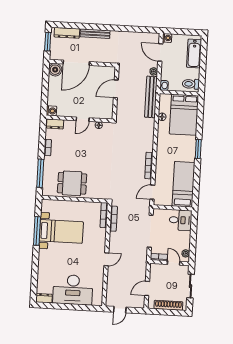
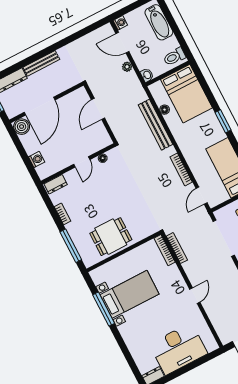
bench: (151, 97) -> (155, 125), moved
washing machine: (51, 111) -> (37, 159), moved

